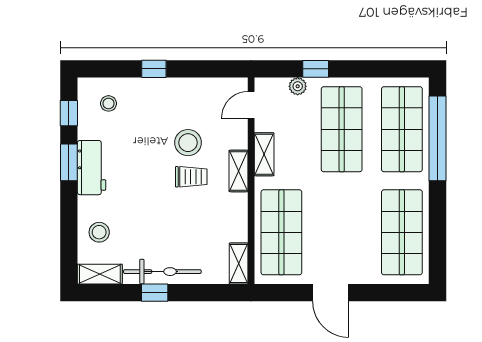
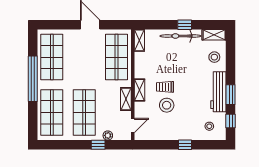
window: (438, 138) -> (33, 79), moved
workbench: (92, 168) -> (218, 92), width x1.37

